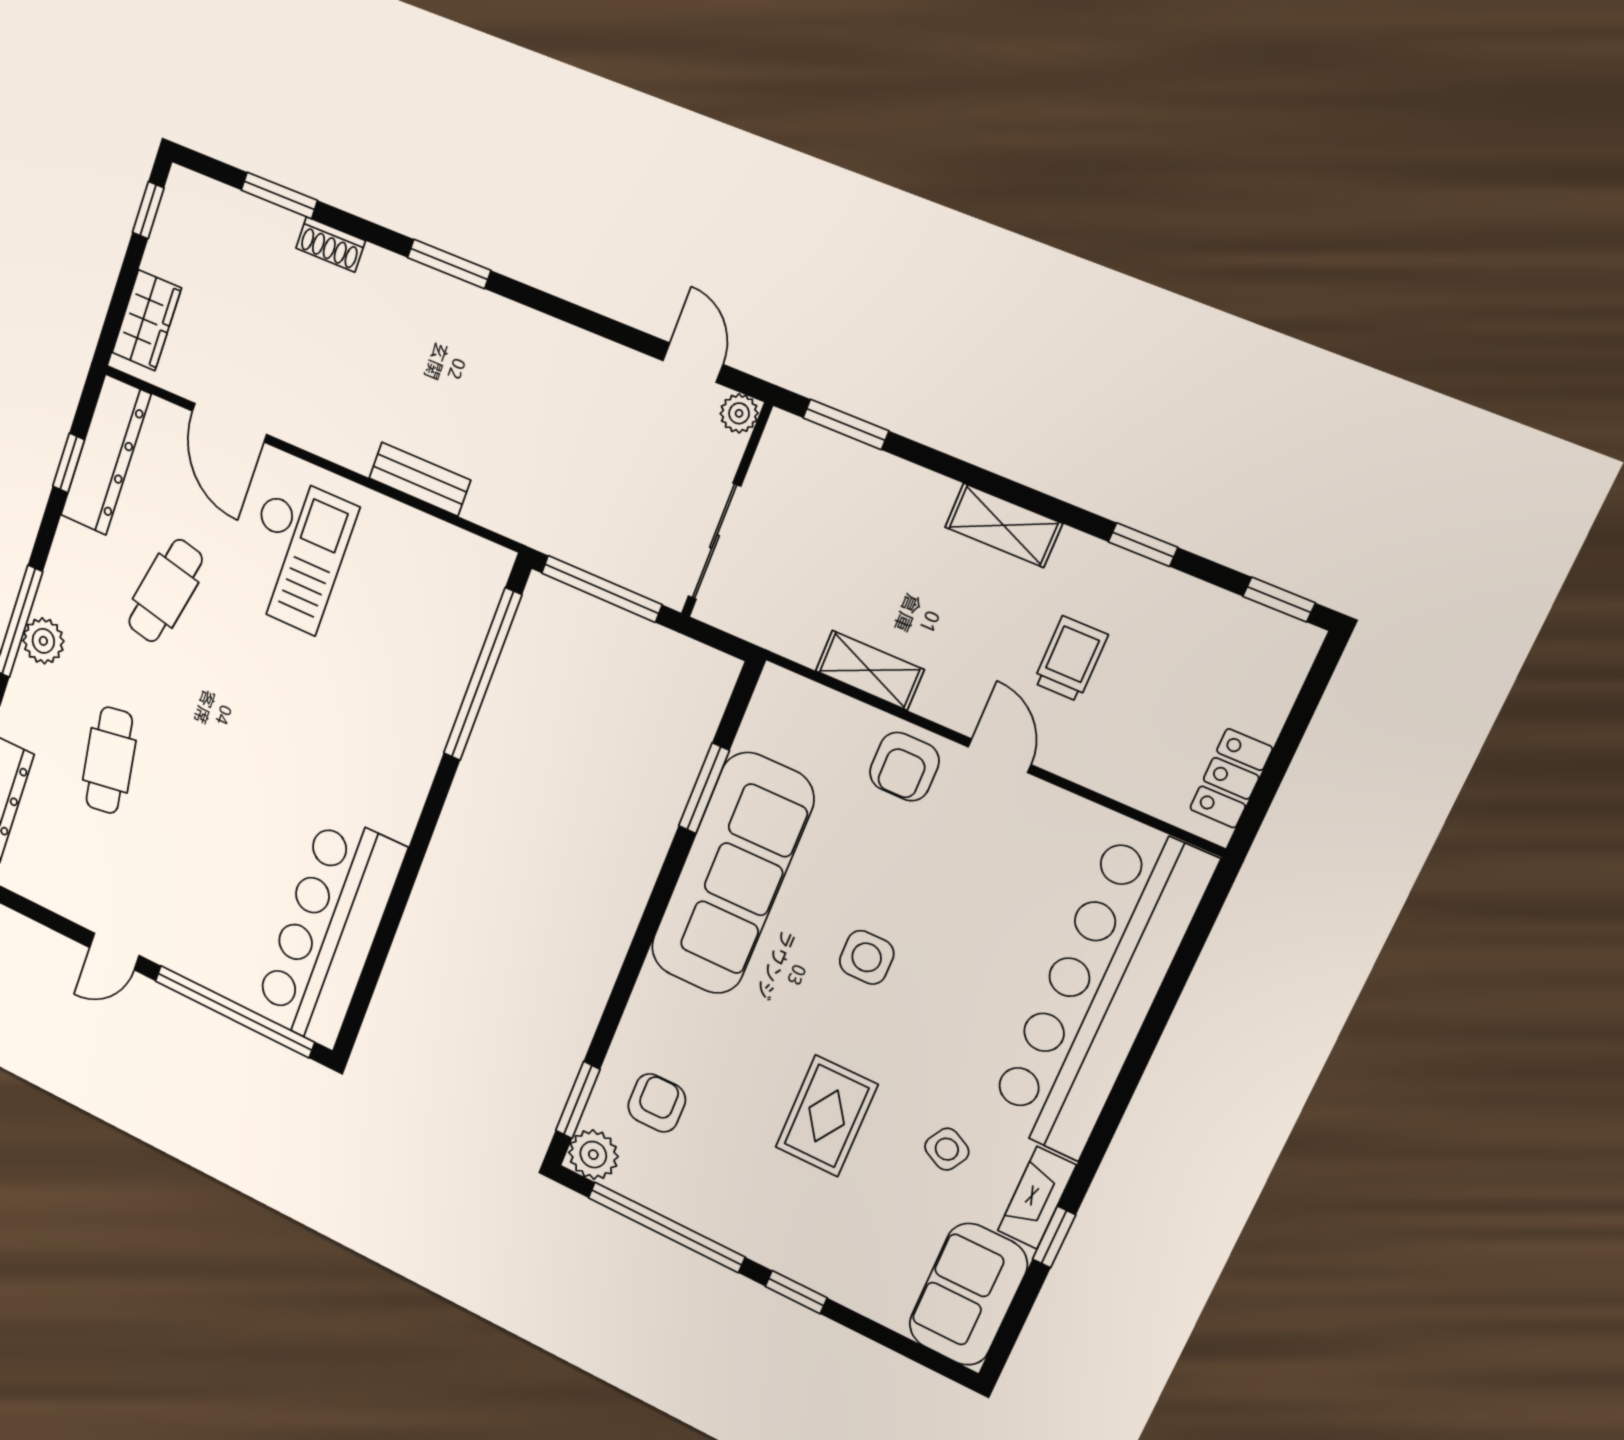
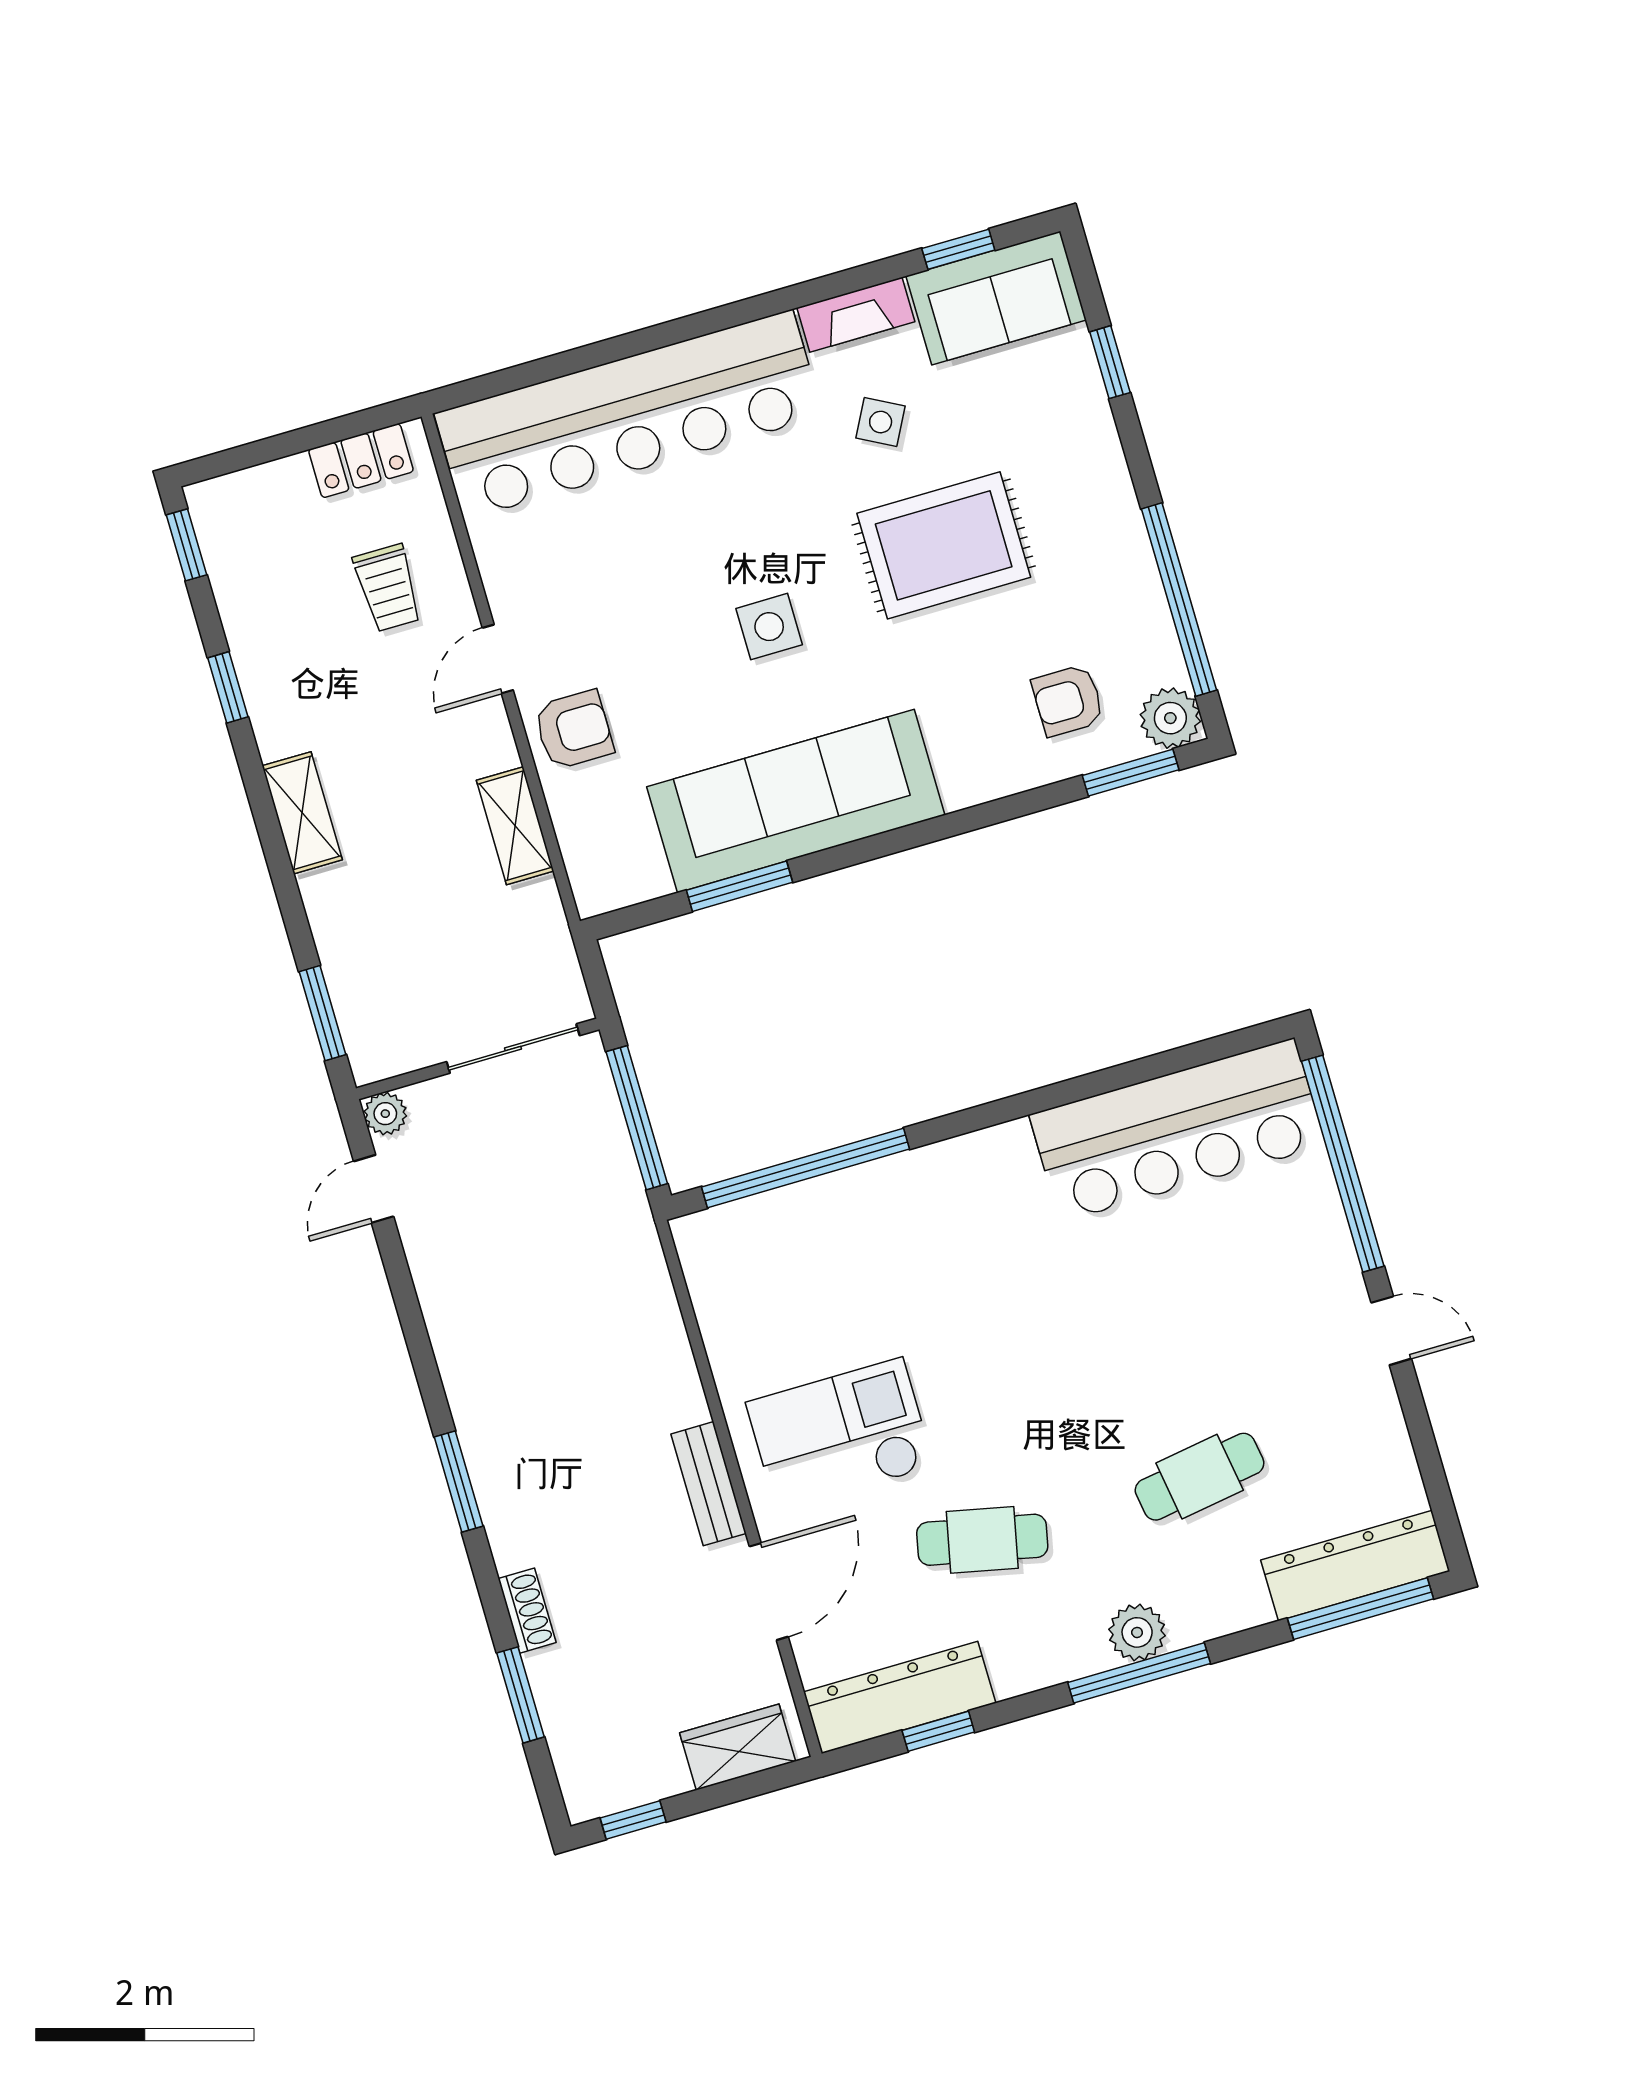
bench: (420, 479) -> (709, 1484), moved
trolley: (1070, 659) -> (388, 588), moved, turned -90
rug: (826, 1116) -> (944, 545), width x1.36, depth x1.43
window: (1054, 1237) -> (958, 249), moved
window: (796, 1292) -> (1110, 362), moved

